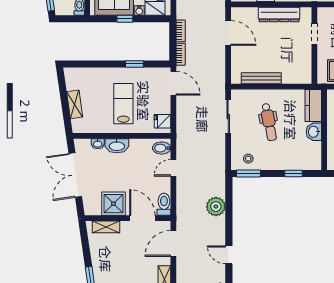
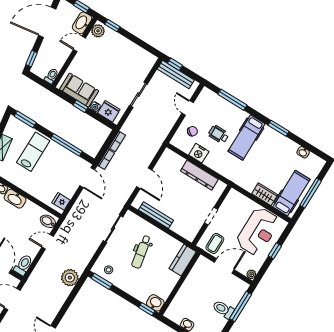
door: (228, 33) -> (144, 178), moved
doorway: (314, 34) -> (211, 216), moved
window: (80, 64) -> (25, 119), added
window: (134, 64) -> (67, 145), width x2.17
lab bench: (123, 104) -> (33, 152), moved
washbasin: (314, 132) -> (155, 303), moved, turned 90
window: (294, 174) -> (147, 309), moved
plant: (216, 207) -> (70, 278), moved

